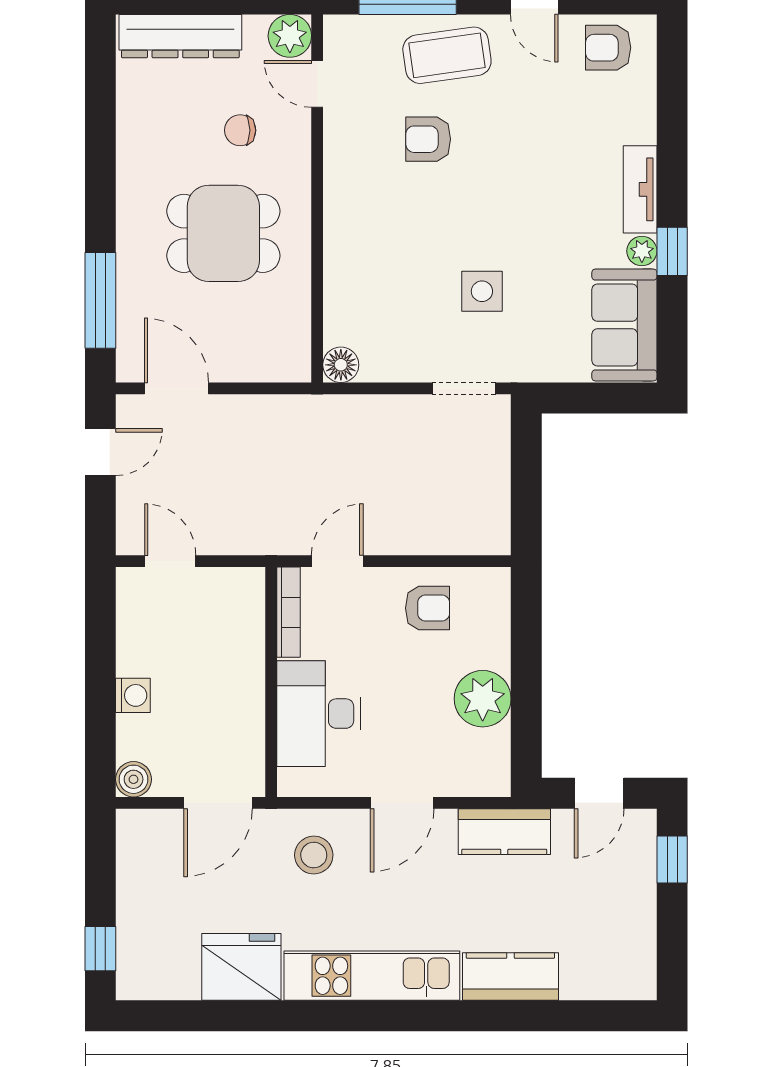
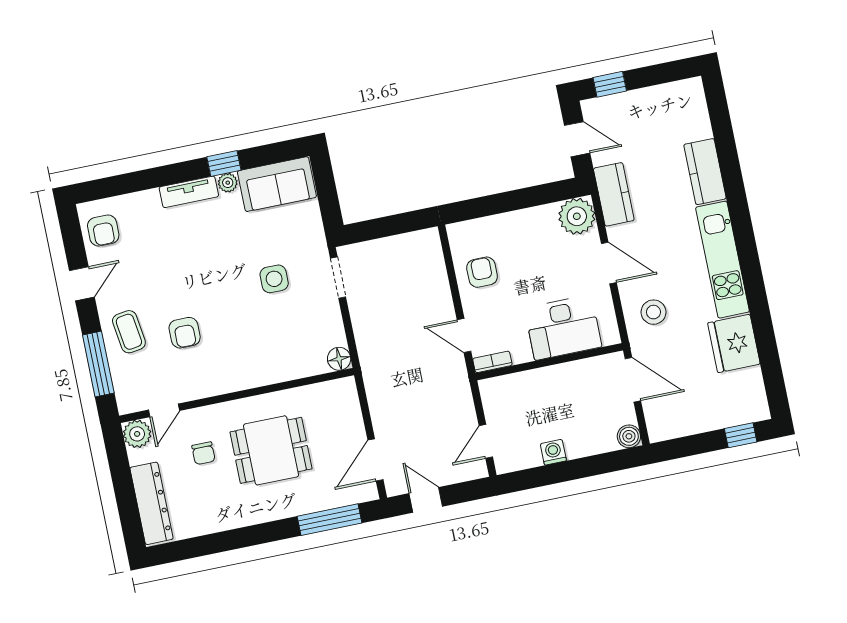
coffee table: (447, 55) -> (129, 332), width x0.73, depth x0.77
dining table: (223, 233) -> (271, 450), turned 90
bookcase: (288, 612) -> (492, 362), width x0.64
washing machine: (133, 695) -> (553, 452), moved
plant: (483, 699) -> (577, 216), moved

